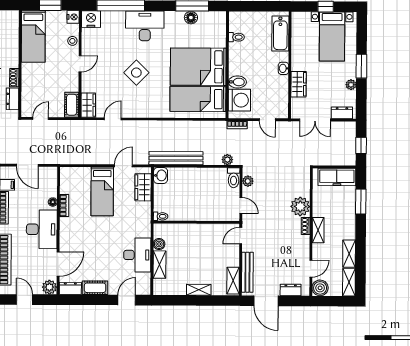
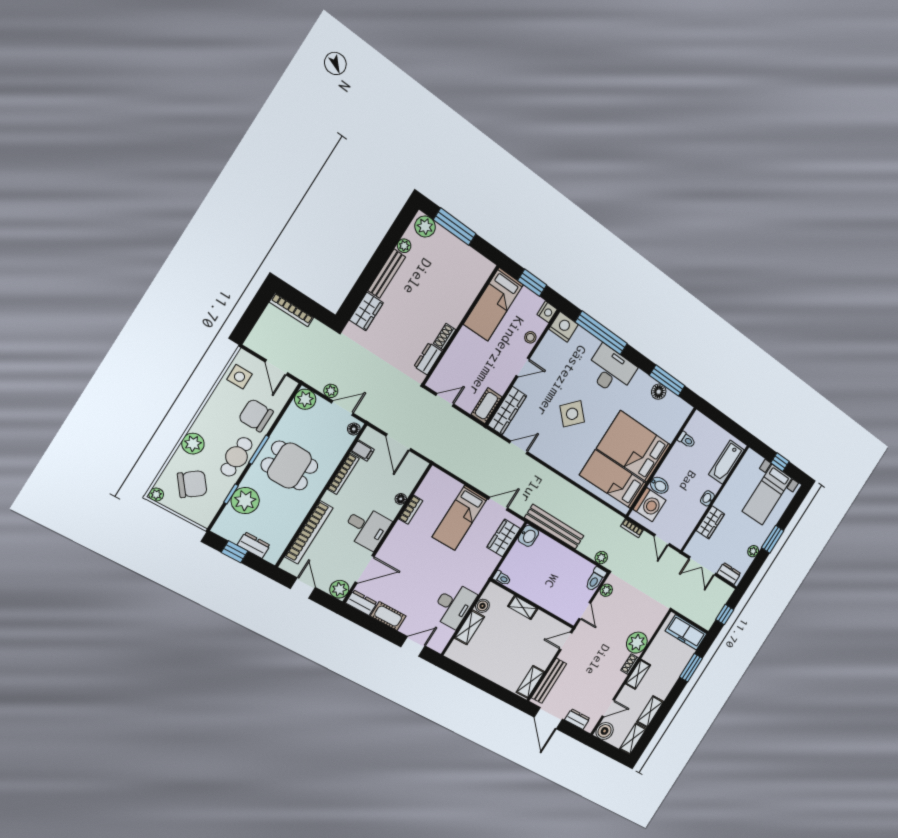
wardrobe: (88, 105) -> (507, 411), width x1.50
desk: (42, 229) -> (367, 527), width x0.73
shelving: (199, 290) -> (523, 608), moved

